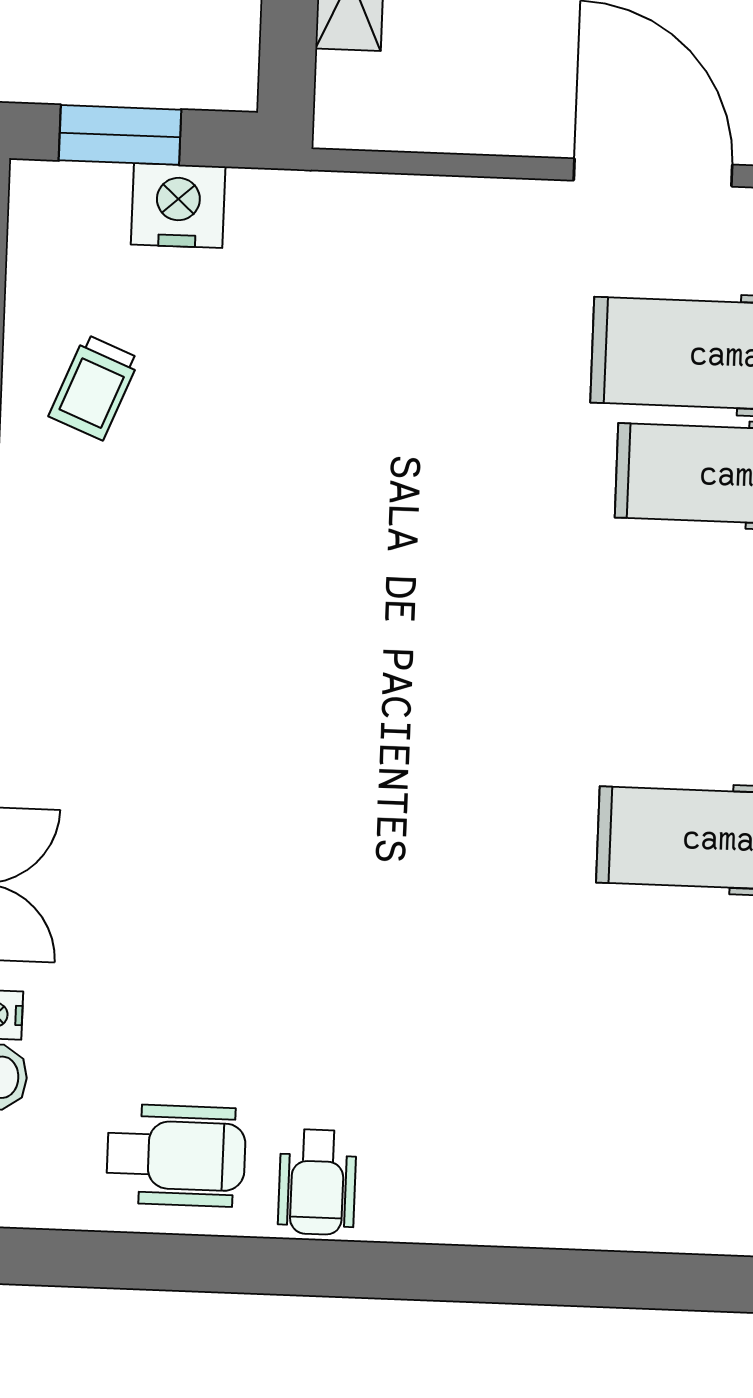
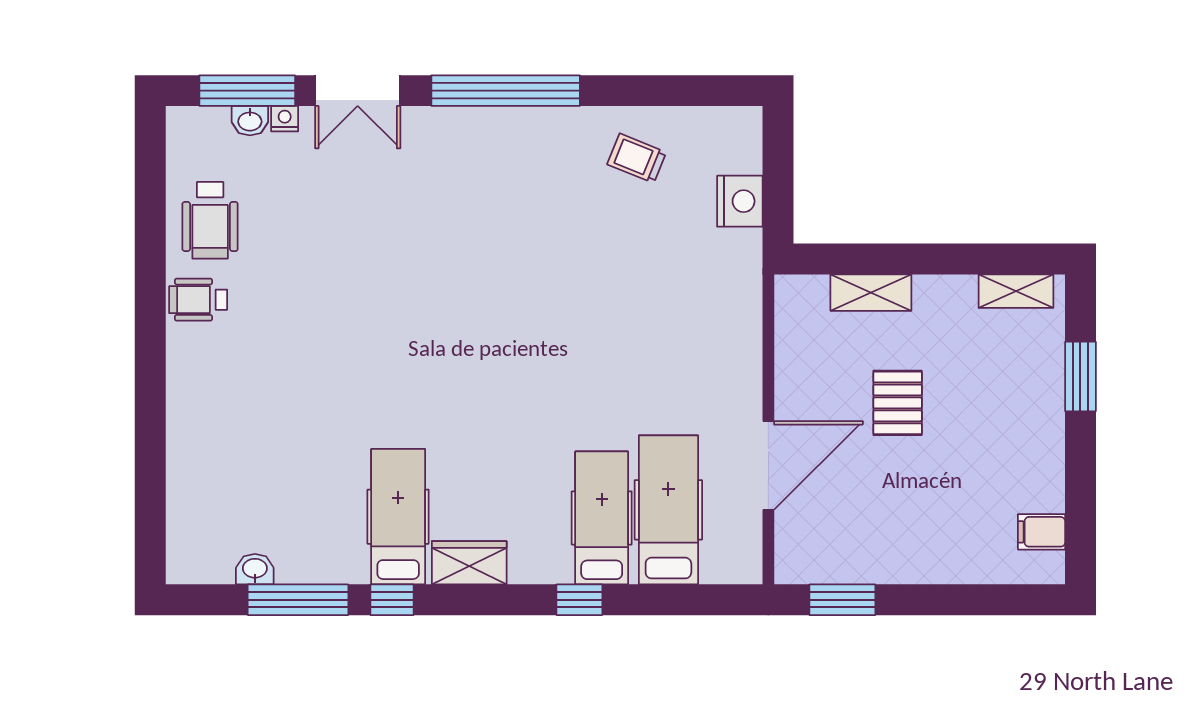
window: (120, 135) -> (778, 167), removed

